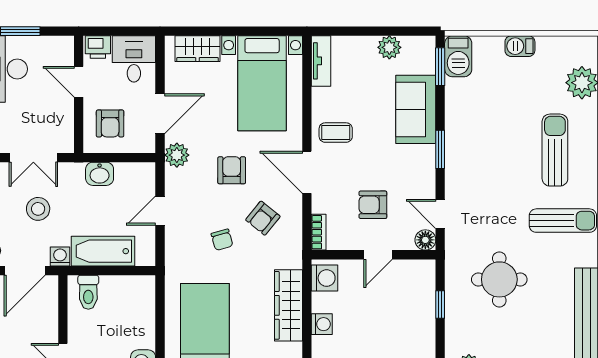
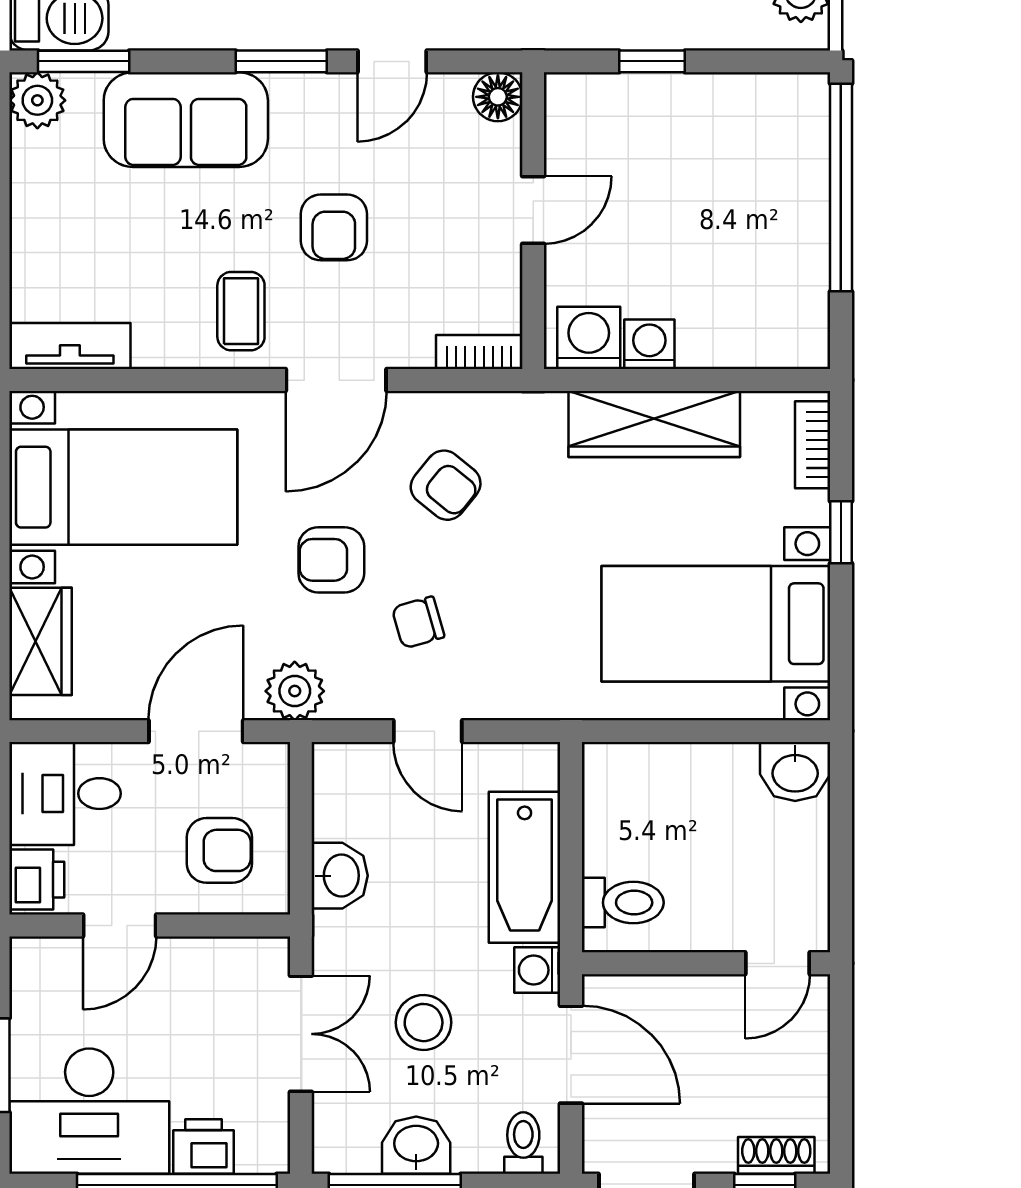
plant: (389, 47) -> (37, 100), moved
door: (160, 114) -> (196, 731), hinge flipped
armchair: (373, 205) -> (334, 227), moved
door: (440, 214) -> (392, 61), moved
chair: (222, 240) -> (418, 622), moved, turned 180
door: (378, 255) -> (533, 210), hinge flipped
washing machine: (322, 324) -> (649, 344), moved

